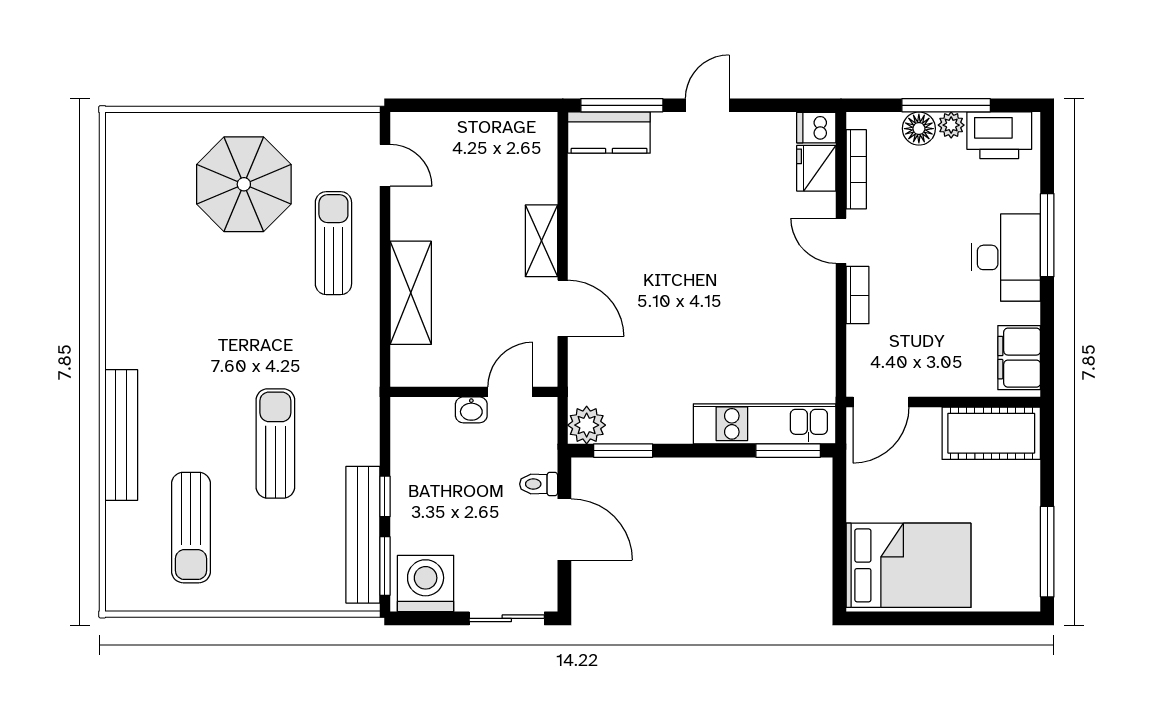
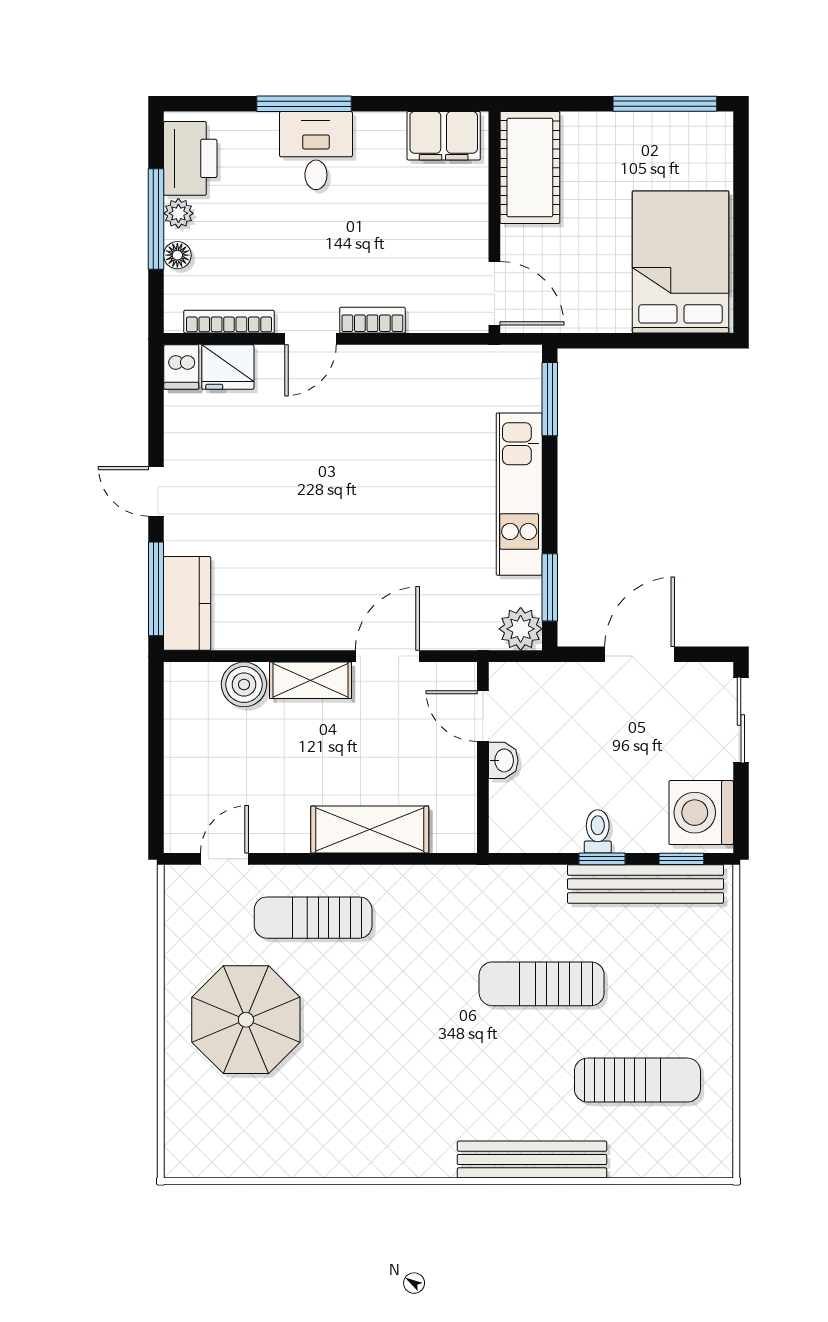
floor lamp: (919, 129) -> (177, 255), width x0.73, depth x0.73
boiler: (538, 182) -> (244, 684), added
desk: (1006, 257) -> (316, 151), width x0.73
kitchen unit: (765, 424) -> (519, 494), moved
toilet: (539, 484) -> (598, 831), moved, turned 180
window: (385, 566) -> (681, 859), width x0.67

